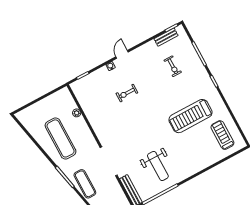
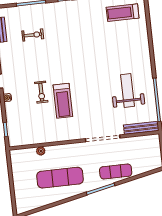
treadmill: (190, 116) -> (63, 101), moved, width x0.73, depth x0.73
weight bench: (158, 166) -> (128, 91), turned -90

